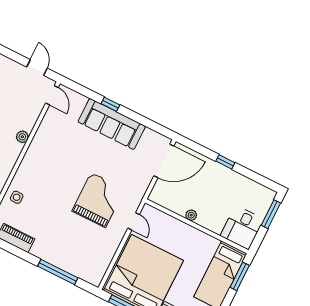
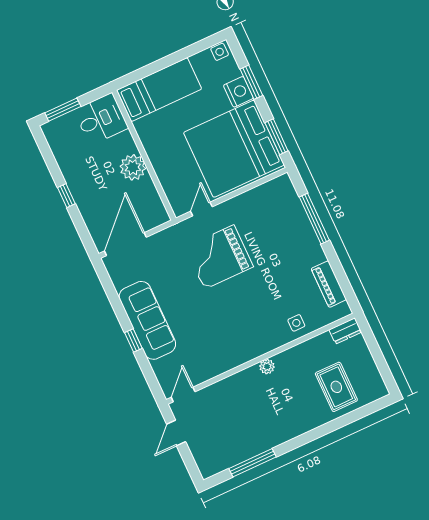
plant: (22, 137) -> (267, 367), moved
door: (164, 161) -> (125, 244), hinge flipped
plant: (191, 215) -> (133, 167), width x1.88, depth x1.88
window: (240, 276) -> (141, 73), removed

